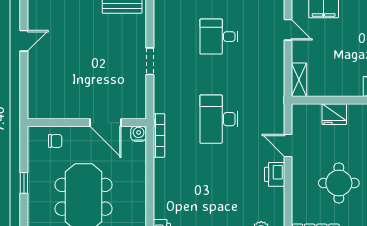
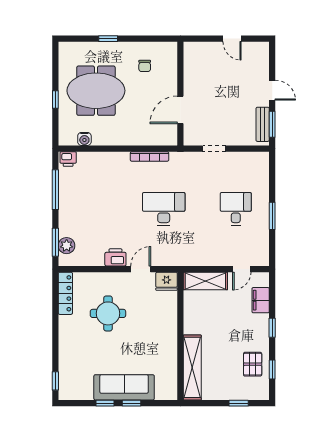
shelving: (299, 80) -> (205, 281), width x1.50, depth x1.33
fridge: (334, 114) -> (167, 281), moved, turned -90
wall: (87, 123) -> (180, 94), moved
door: (106, 123) -> (180, 110), moved
water cooler: (139, 134) -> (84, 139), moved, turned 90

